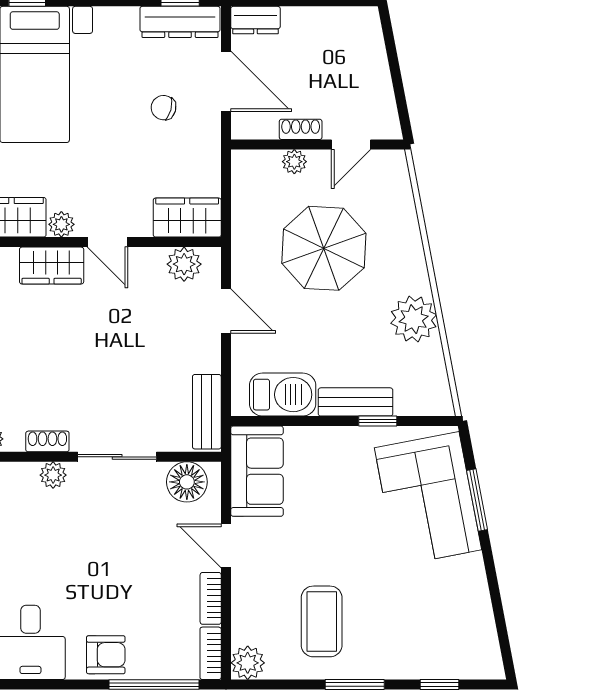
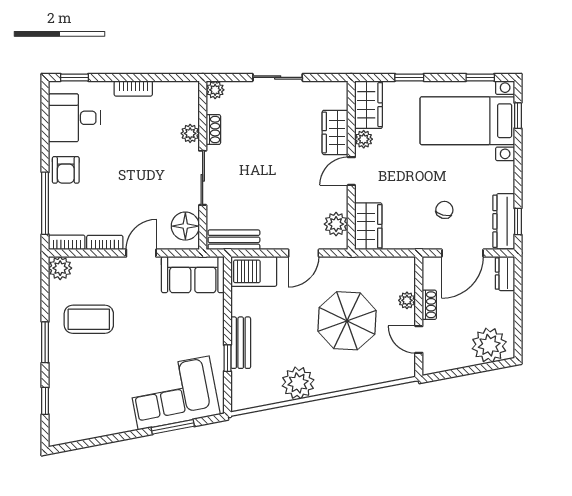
plant: (359, 43) -> (489, 345), added
barbecue: (283, 395) -> (254, 271), moved, turned 90

